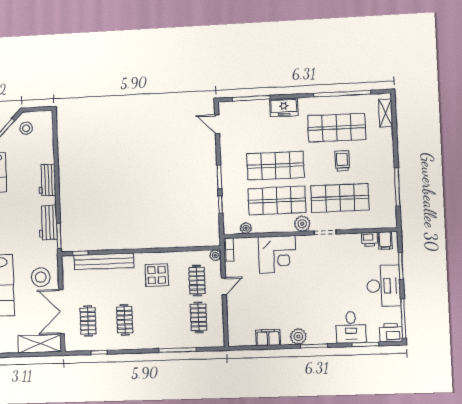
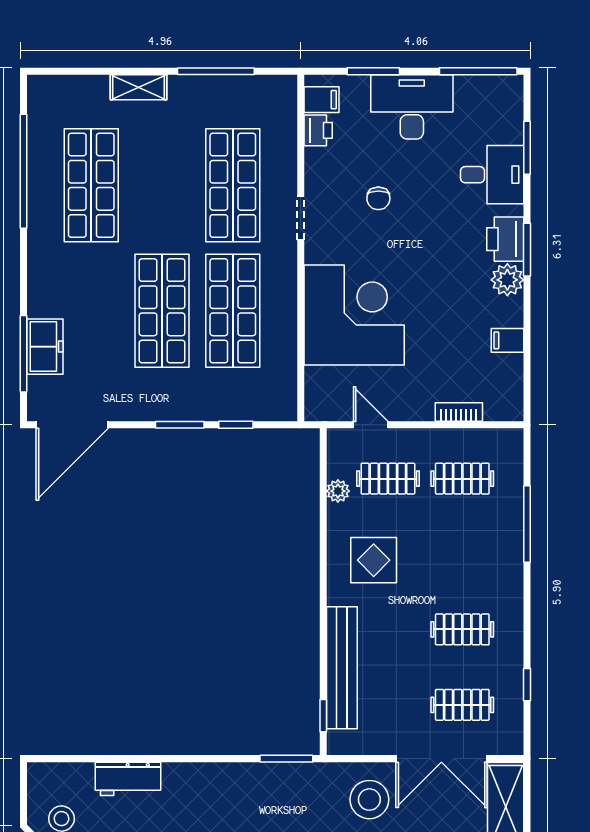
freezer: (284, 107) -> (45, 347), moved
shelving: (386, 113) -> (138, 87), moved
door: (217, 124) -> (72, 425), width x1.88
trolley: (342, 161) -> (158, 177), removed
workbench: (47, 180) -> (128, 779), moved
workbench: (48, 223) -> (258, 780), removed
plant: (302, 224) -> (281, 262), removed
plant: (246, 228) -> (286, 375), removed
bookcase: (229, 250) -> (459, 412), moved
corner desk: (277, 254) -> (354, 315), width x1.36, depth x1.36
plant: (215, 255) -> (338, 491), moved
chair: (337, 271) -> (378, 198), added
door: (224, 286) -> (371, 425), moved
printer: (391, 333) -> (505, 239), moved
filing cabinet: (268, 338) -> (508, 340), width x0.50

